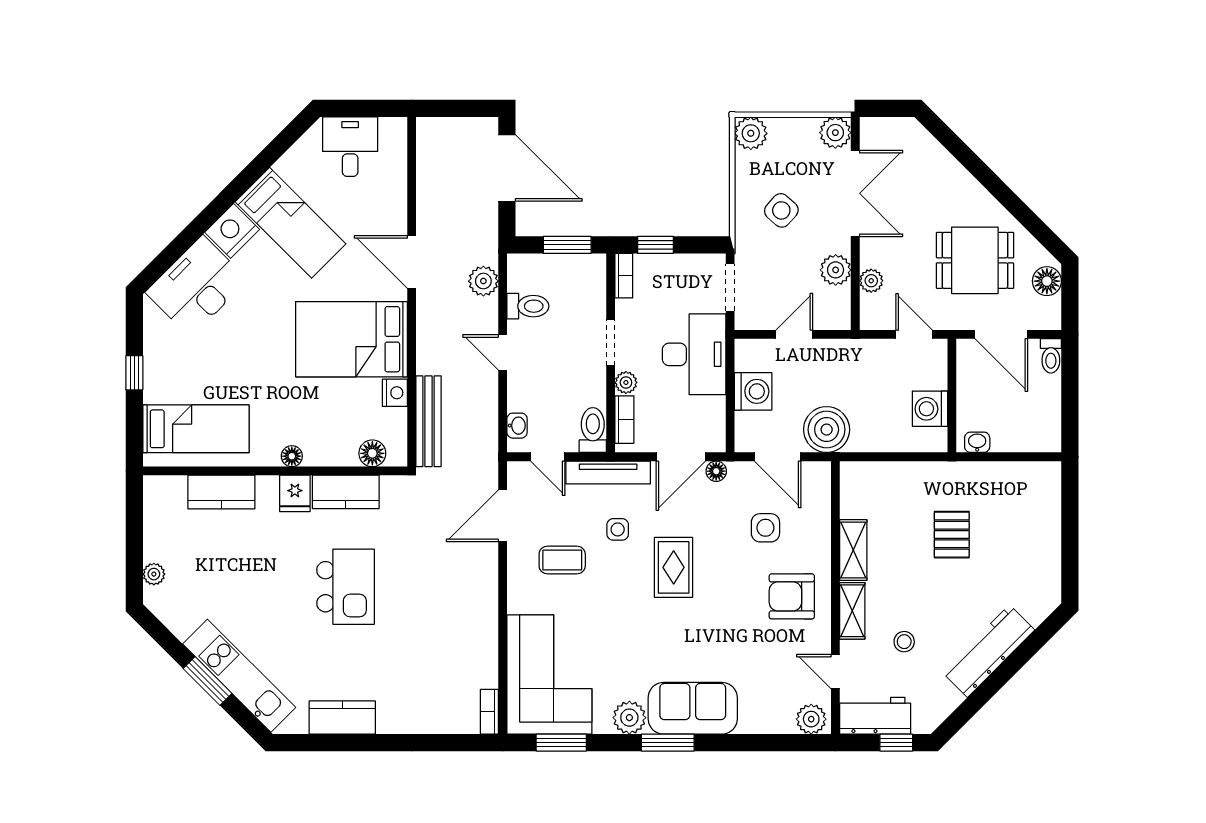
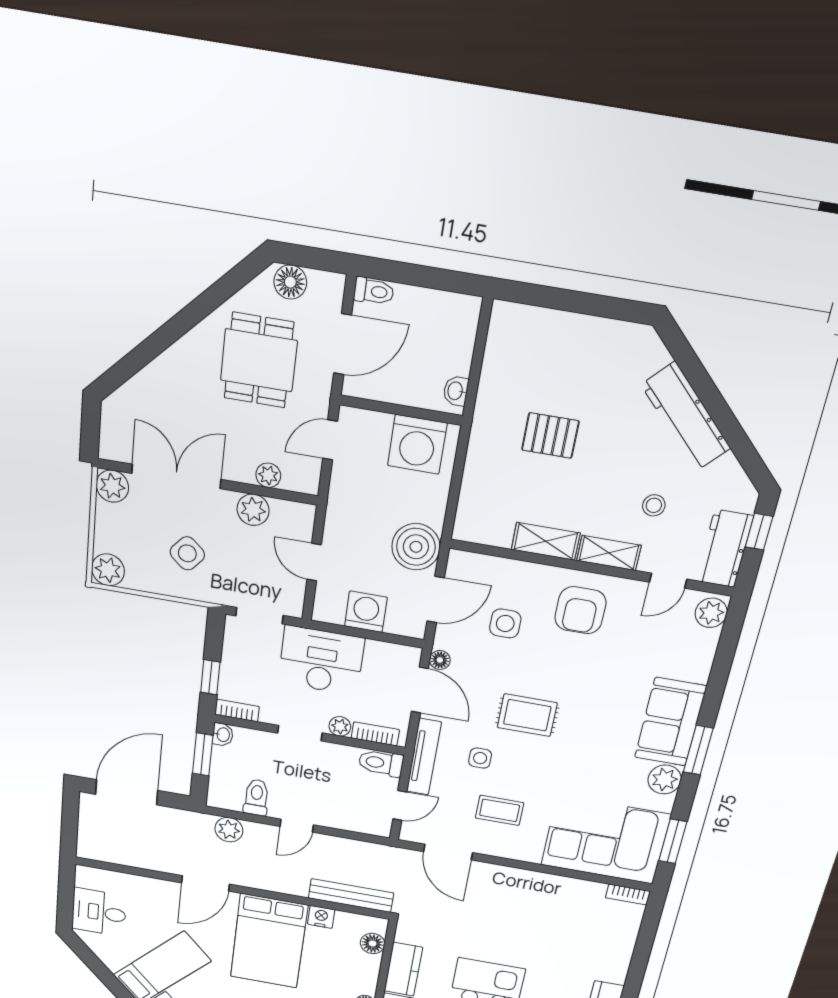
washing machine: (930, 409) -> (417, 444), width x1.37, depth x1.37
washbasin: (517, 426) -> (223, 735), moved, turned 90
coffee table: (562, 560) -> (500, 810), turned 90

